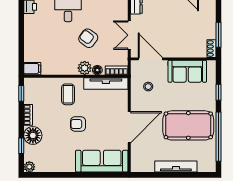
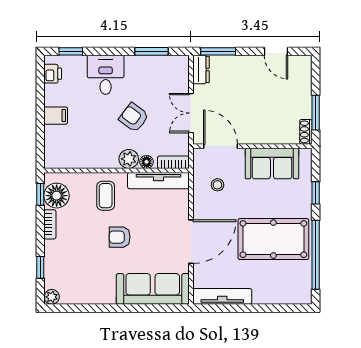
filing cabinet: (32, 69) -> (56, 116), moved
floor lamp: (33, 135) -> (57, 196), moved
tv unit: (176, 166) -> (222, 296), moved

